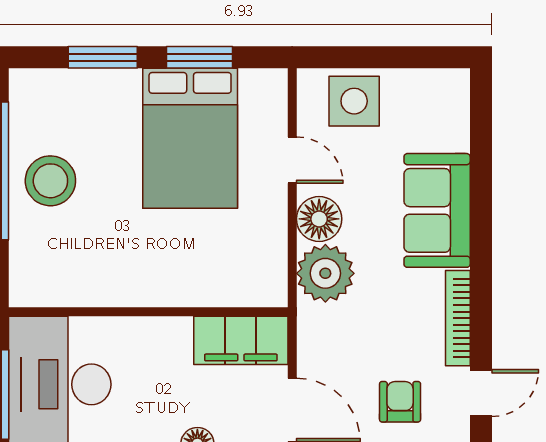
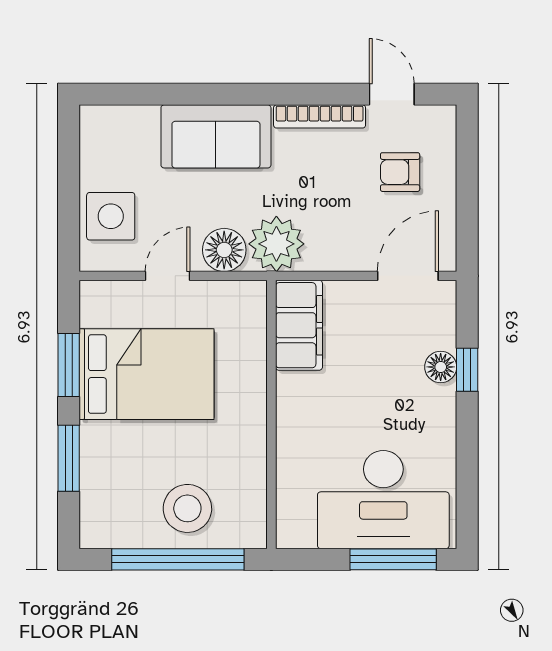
wall: (148, 312) -> (271, 414), moved
filing cabinet: (241, 340) -> (299, 325), moved

